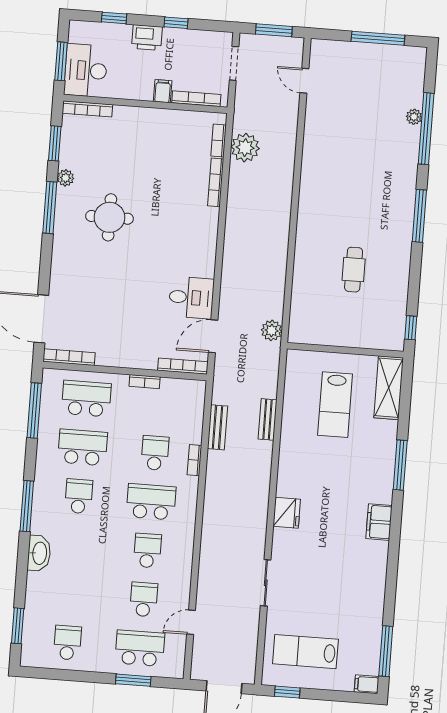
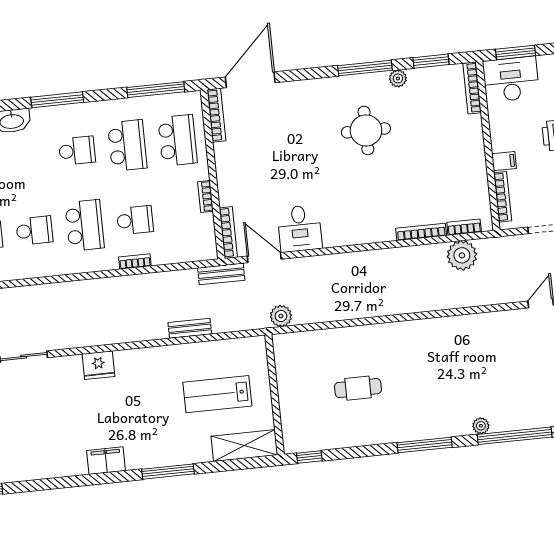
plant: (414, 117) -> (481, 426), moved
bench: (218, 427) -> (221, 274), moved

